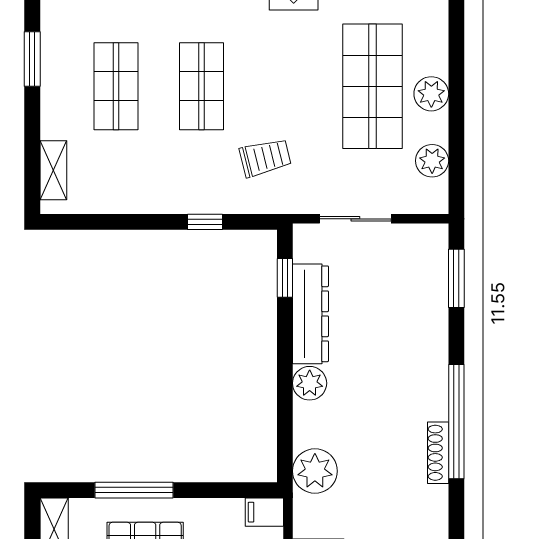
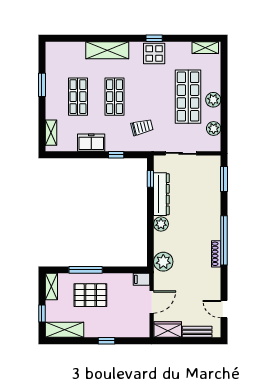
freezer: (147, 194) -> (91, 143), added

